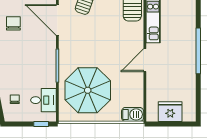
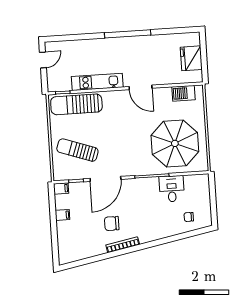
desk: (43, 100) -> (172, 189), moved
barbecue: (133, 114) -> (184, 93), moved, turned -90
window: (41, 124) -> (212, 189), removed

